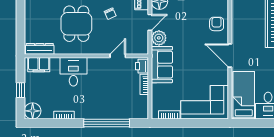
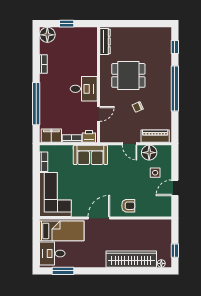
plant: (159, 38) -> (115, 152), removed
door: (118, 56) -> (98, 114), hinge flipped
filing cabinet: (39, 65) -> (51, 136), moved, turned 90
desk: (73, 72) -> (84, 89), moved

